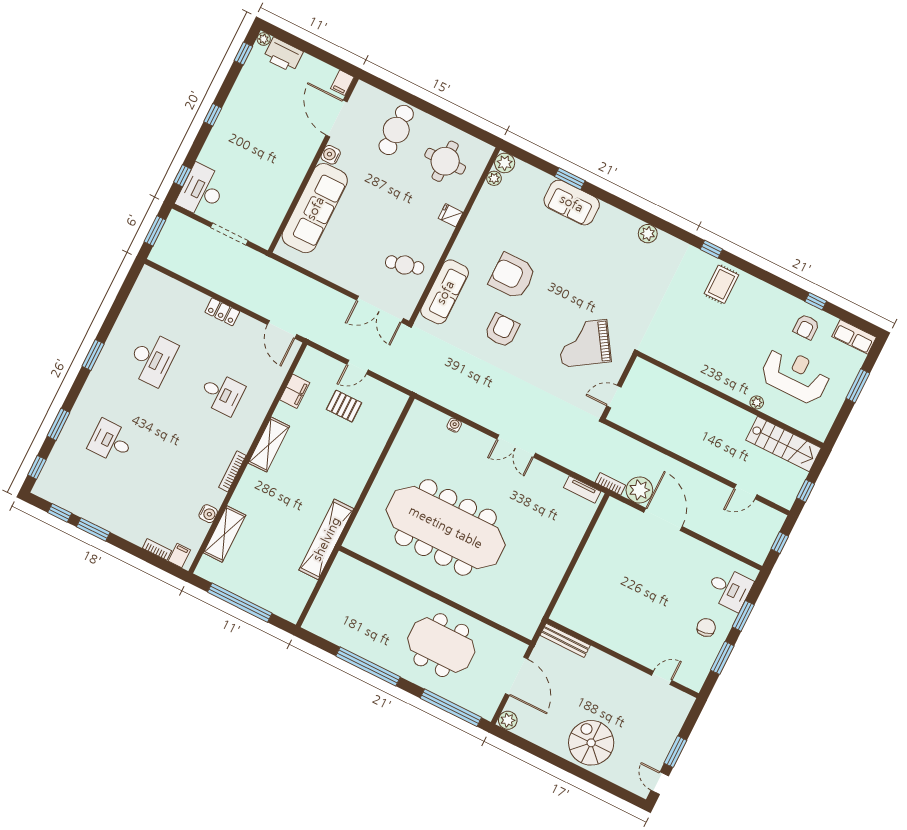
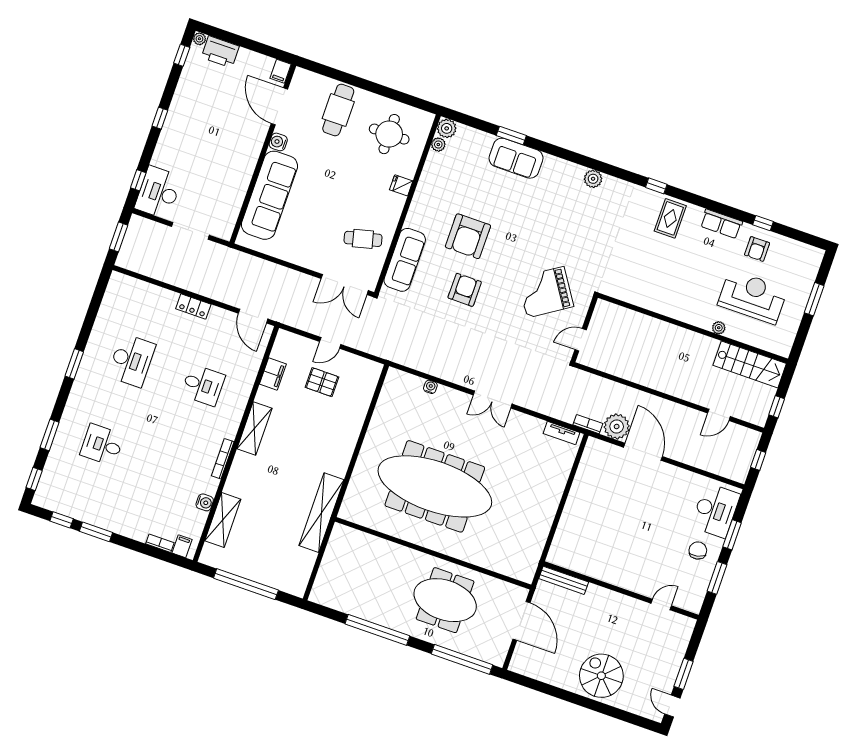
armchair: (512, 276) -> (468, 236), turned -90
row of seats: (854, 337) -> (721, 224), moved
desk: (729, 589) -> (715, 510), width x1.37
plant: (508, 720) -> (518, 664), removed

